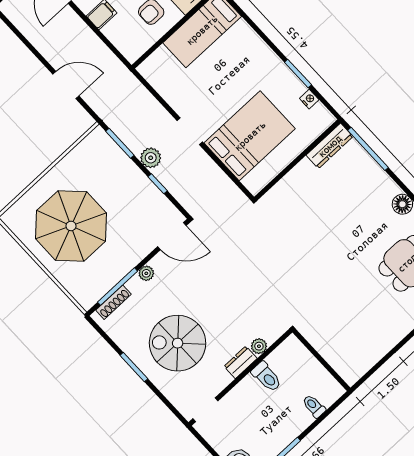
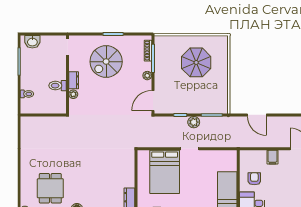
door: (66, 85) -> (257, 115), hinge flipped
parasol: (71, 226) -> (196, 62), width x0.73, depth x0.73
spiral stairs: (178, 343) -> (106, 62), turned 180

